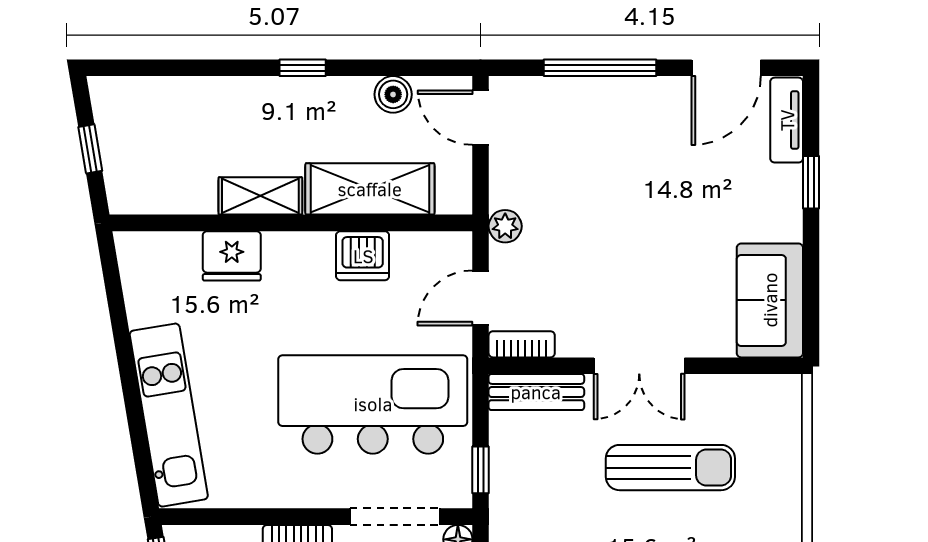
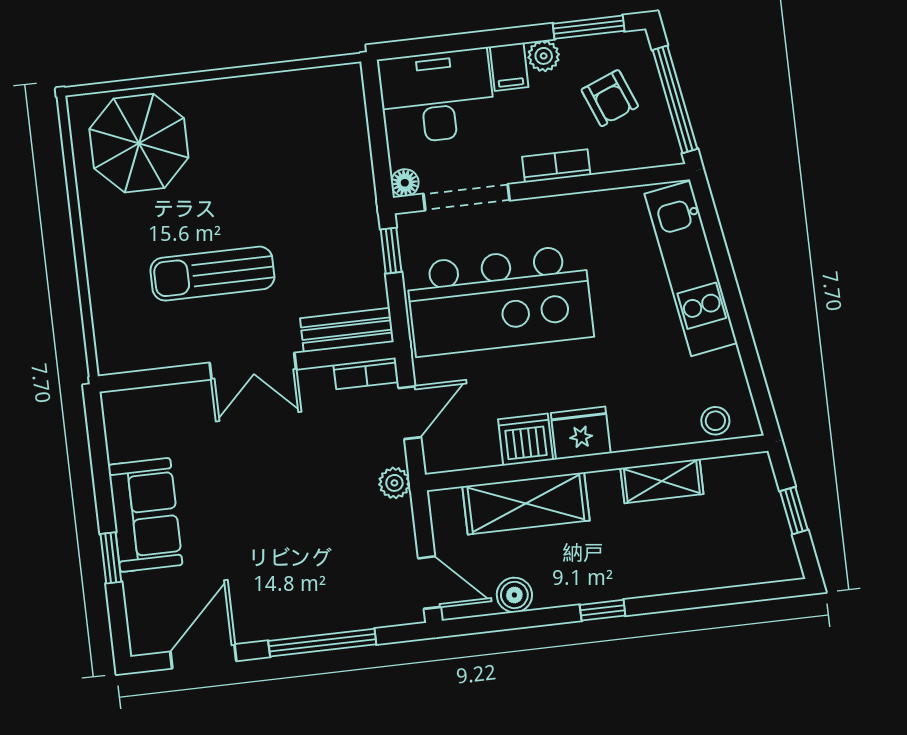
tv unit: (787, 120) -> (141, 614), removed
shelving: (260, 196) -> (662, 481), moved
stool: (162, 253) -> (715, 421), added
fridge: (232, 256) -> (581, 433), moved
sofa: (770, 300) -> (145, 515), moved
double door: (639, 366) -> (253, 366), swing flipped

